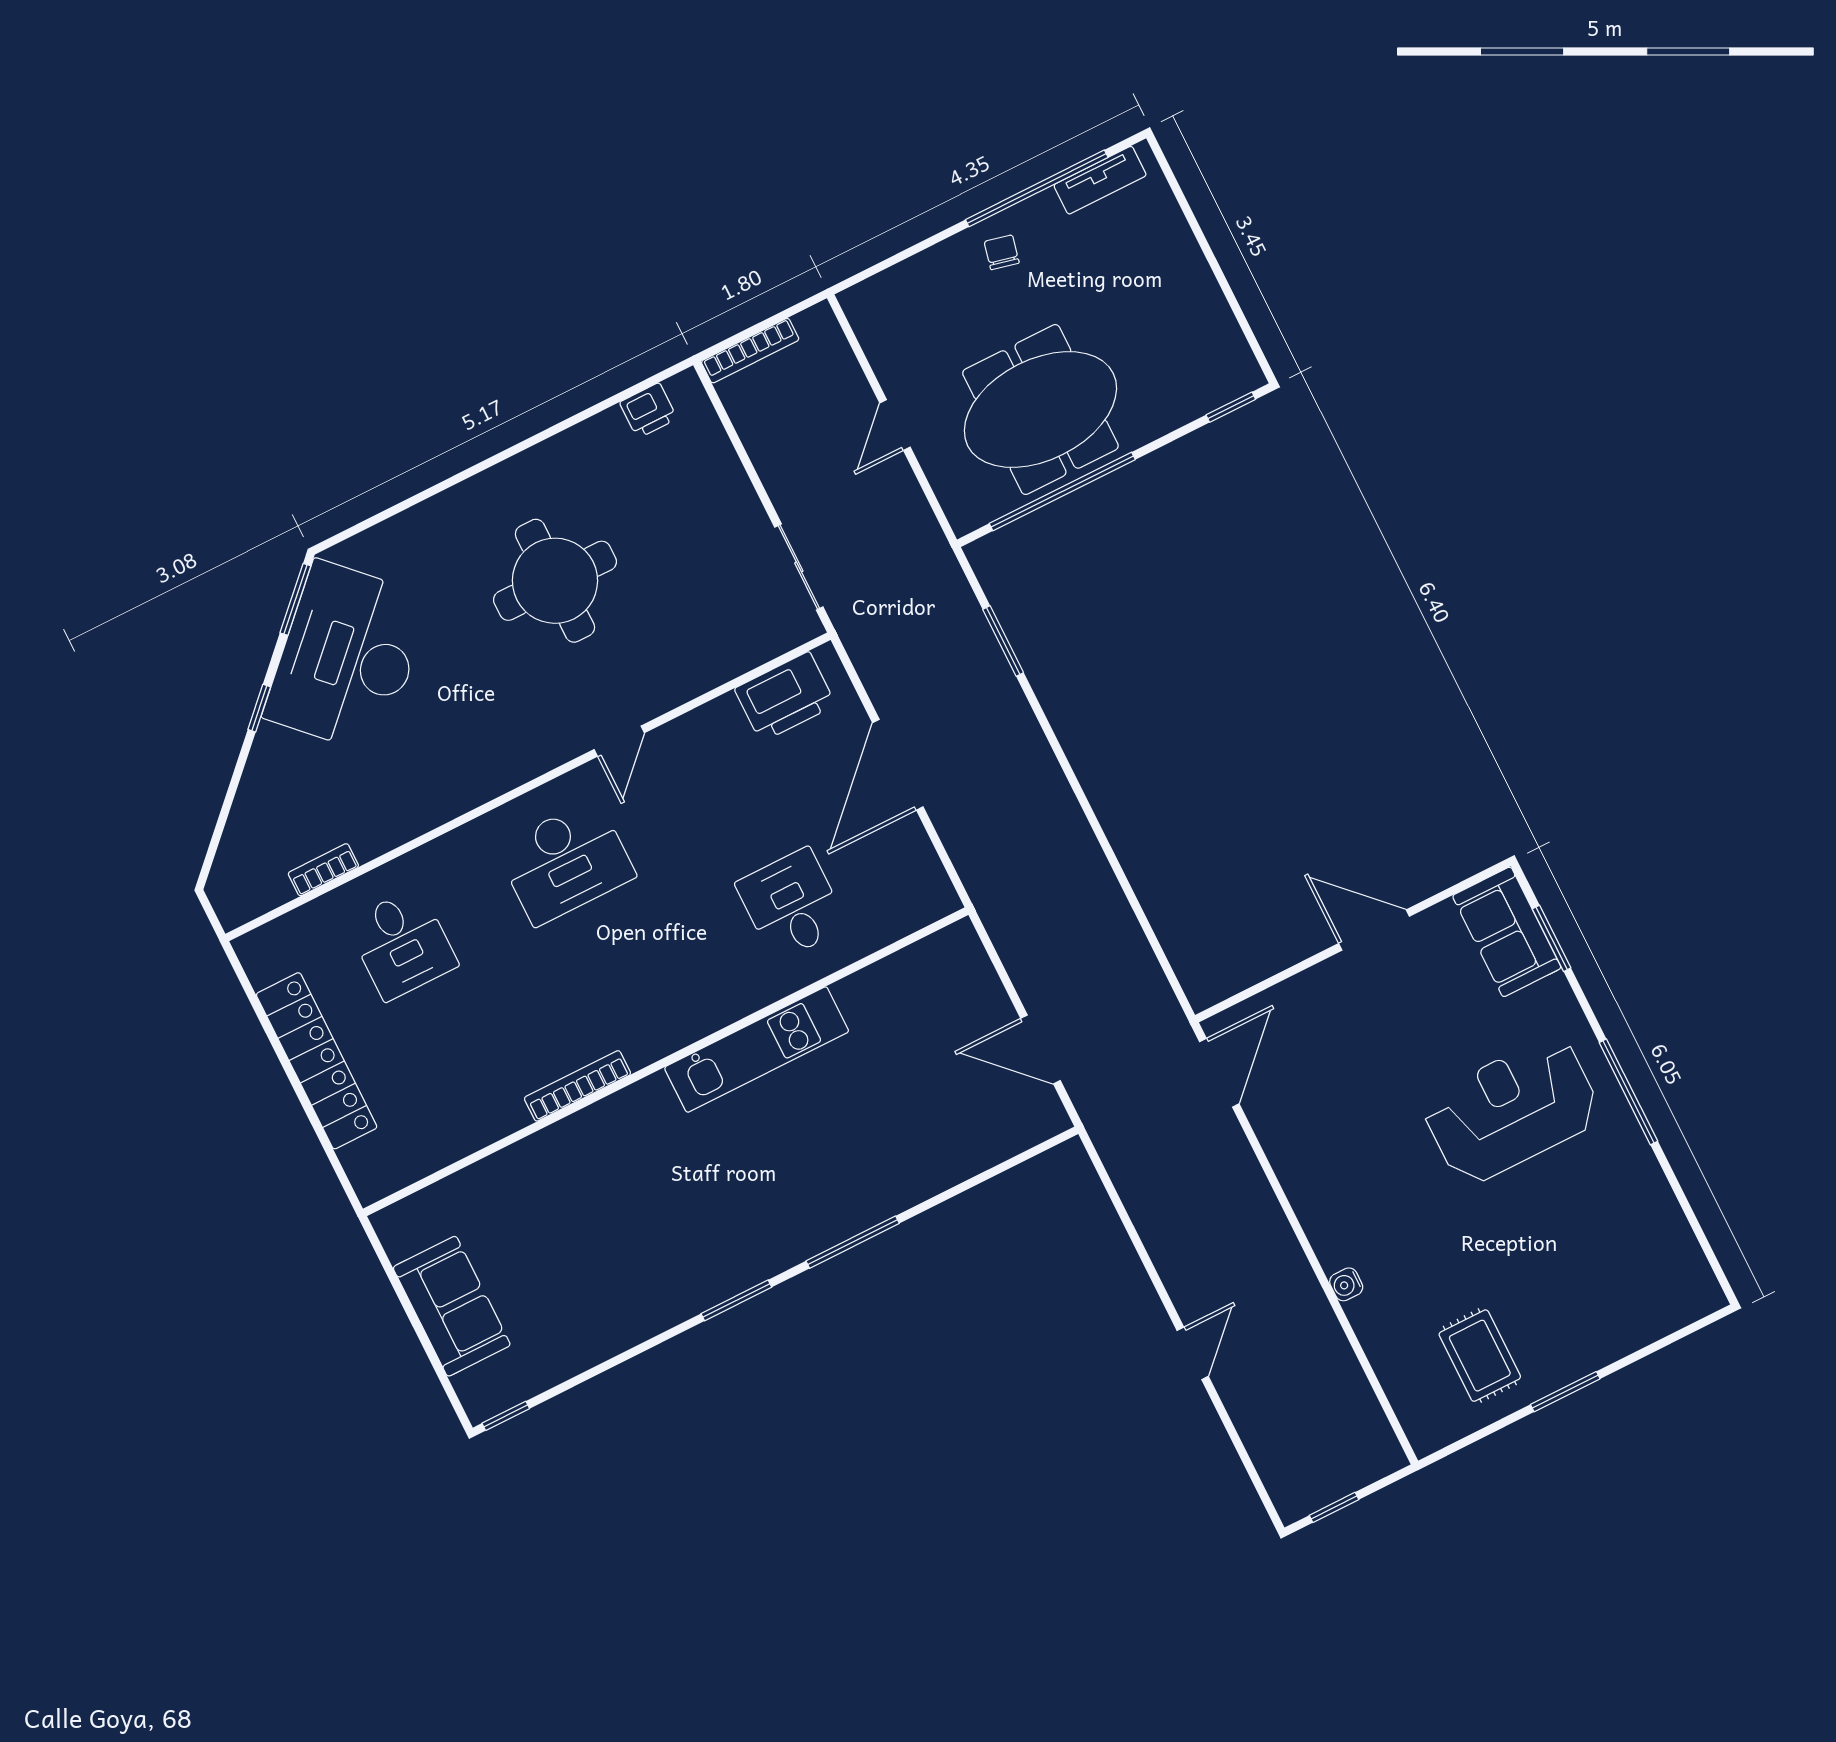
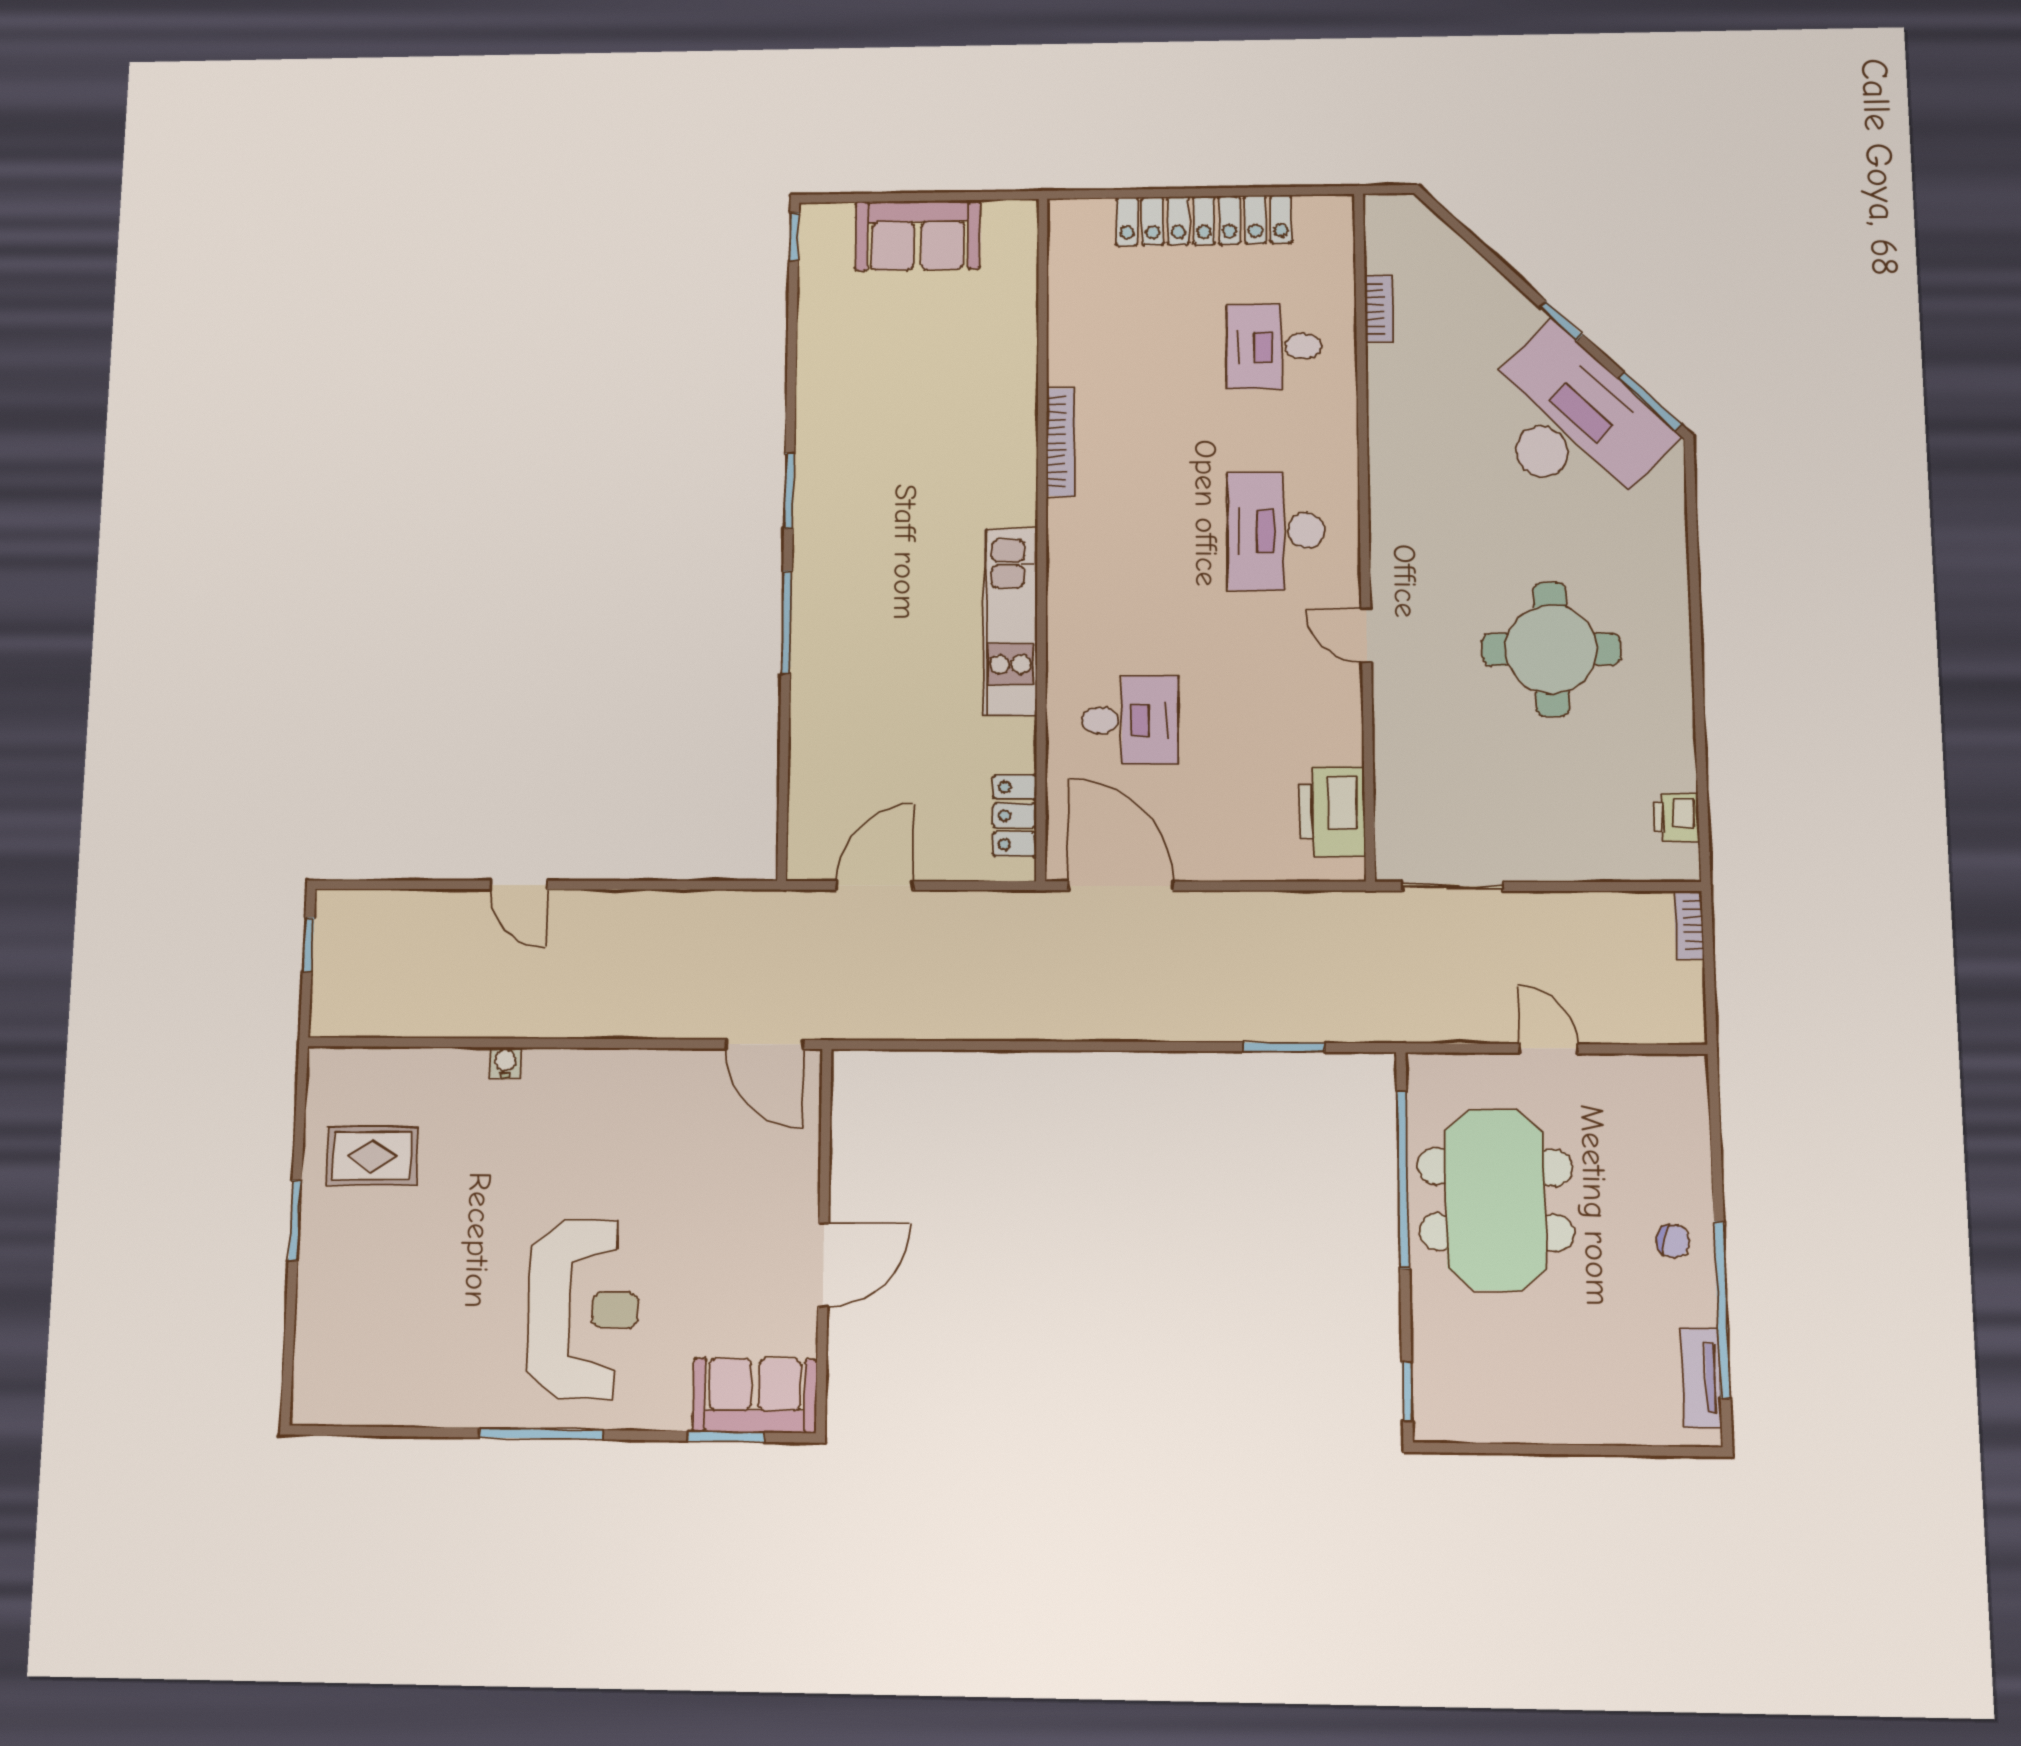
bookcase: (750, 351) -> (1689, 925), width x0.64
door: (898, 765) -> (1121, 886), moved
locker: (922, 961) -> (1015, 815), added

